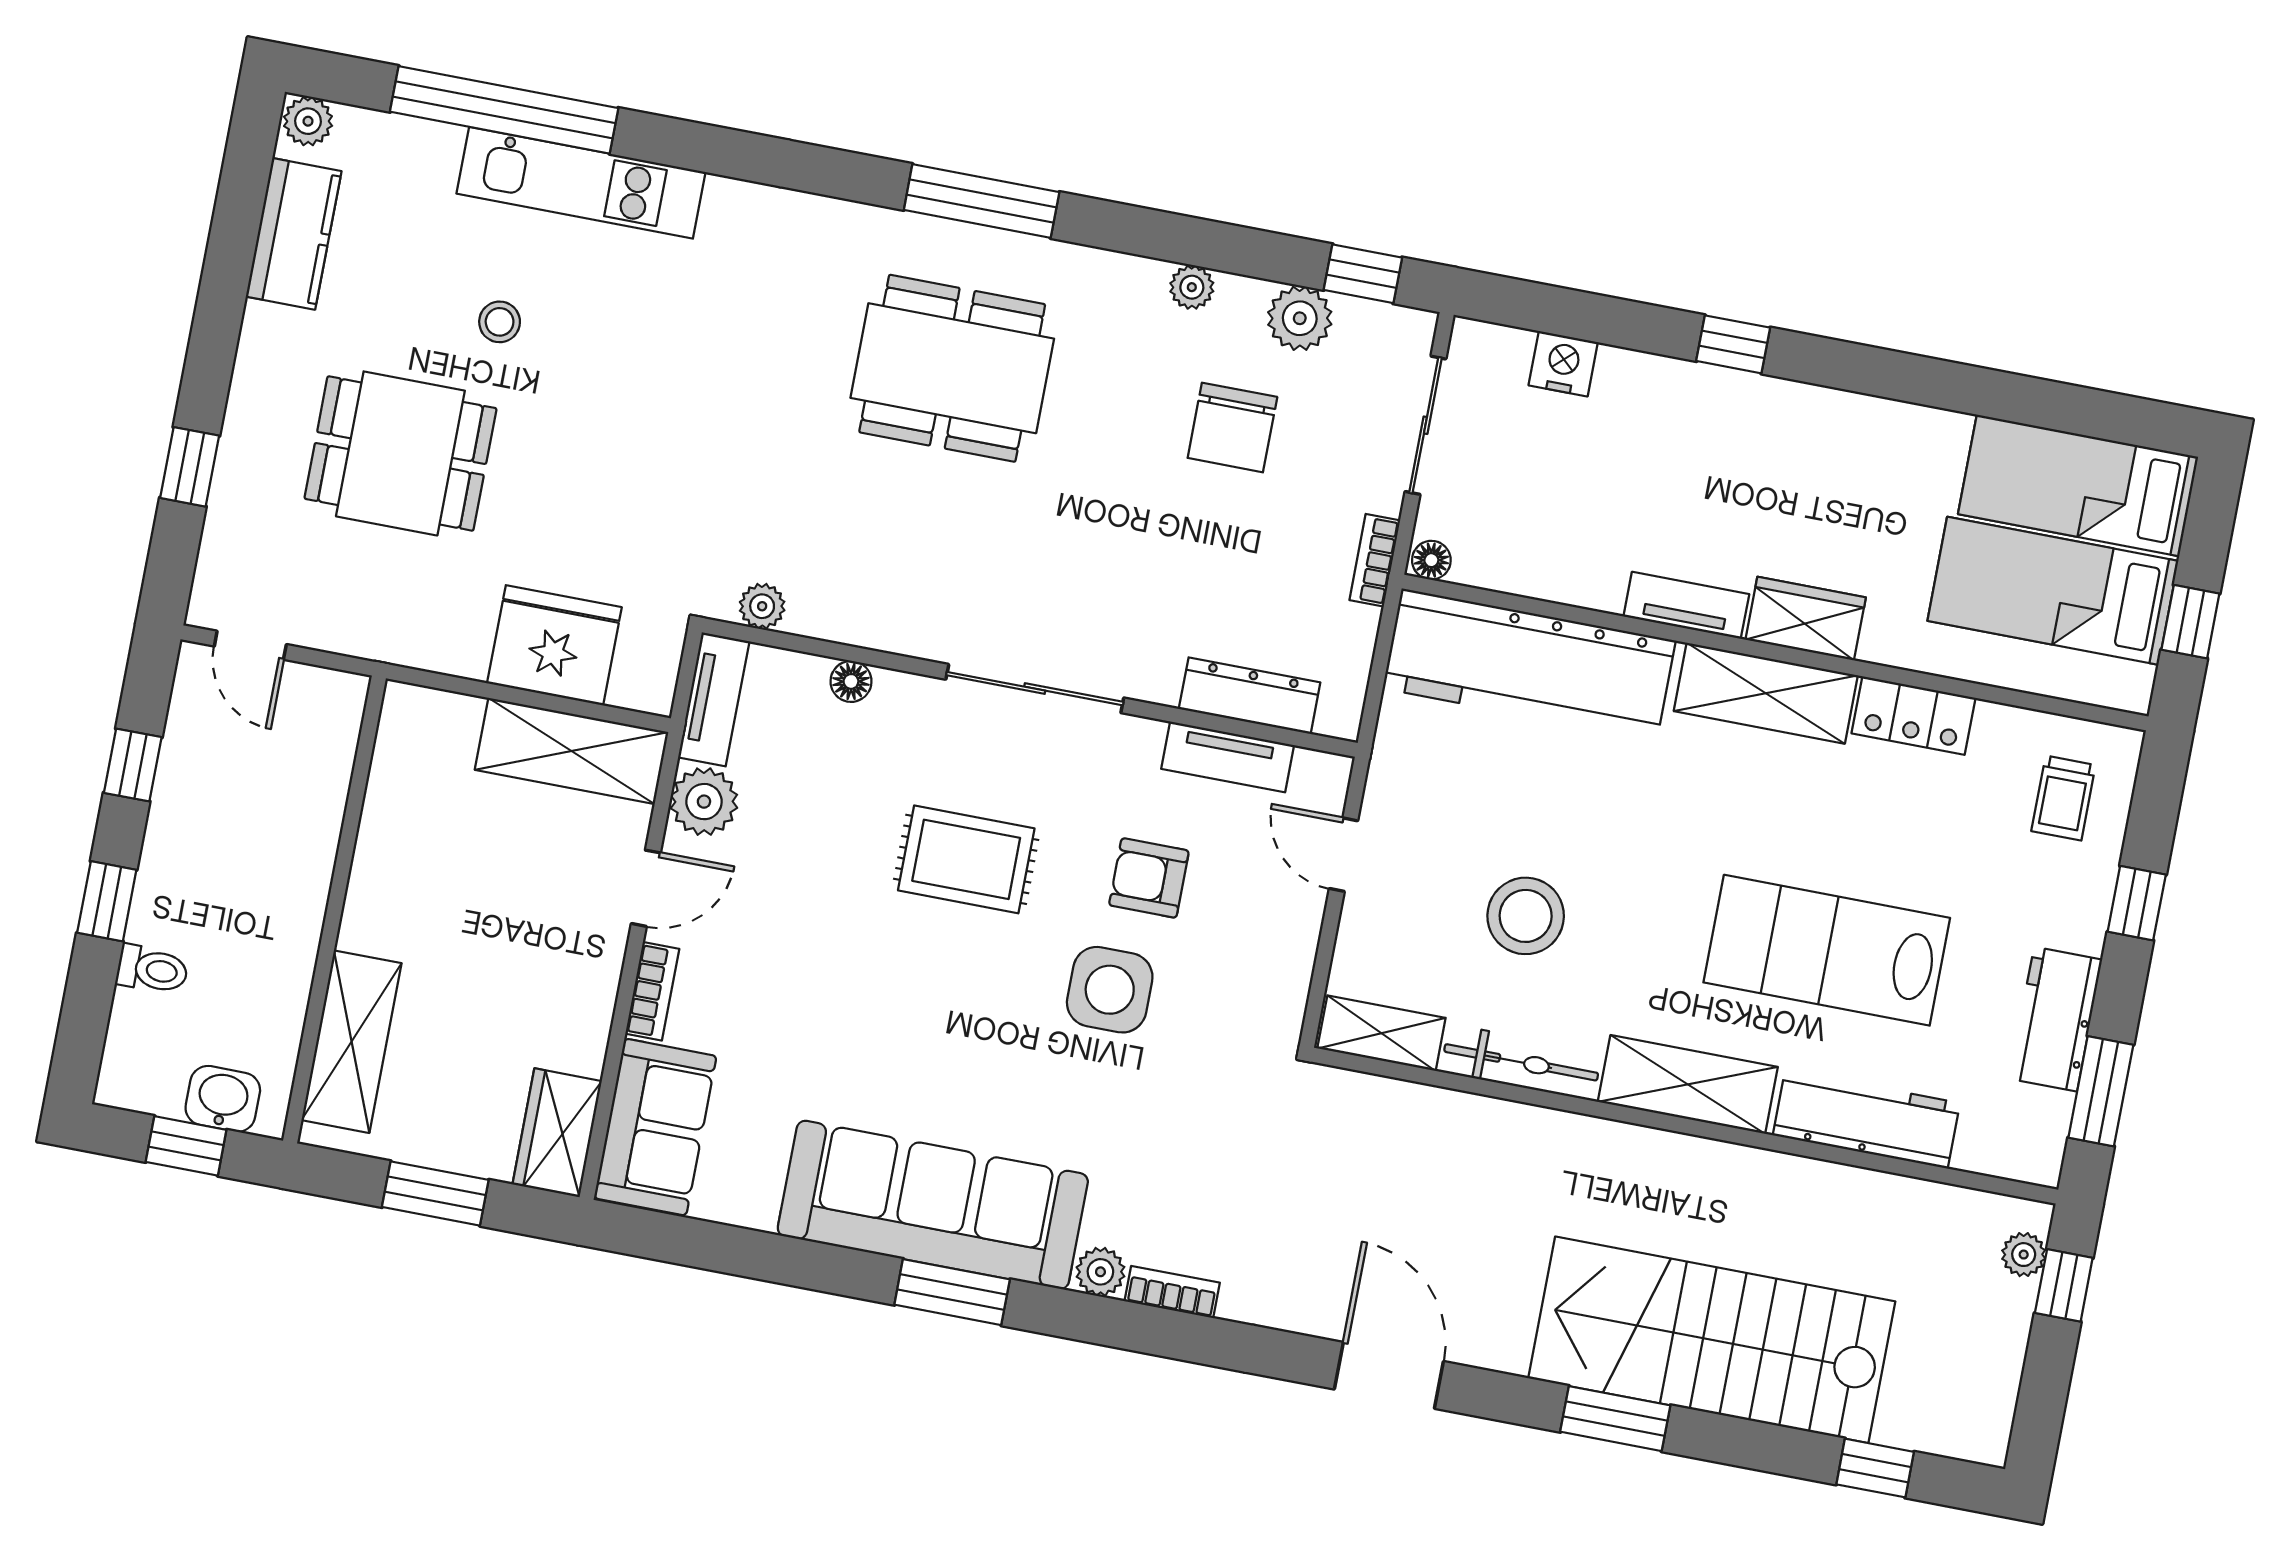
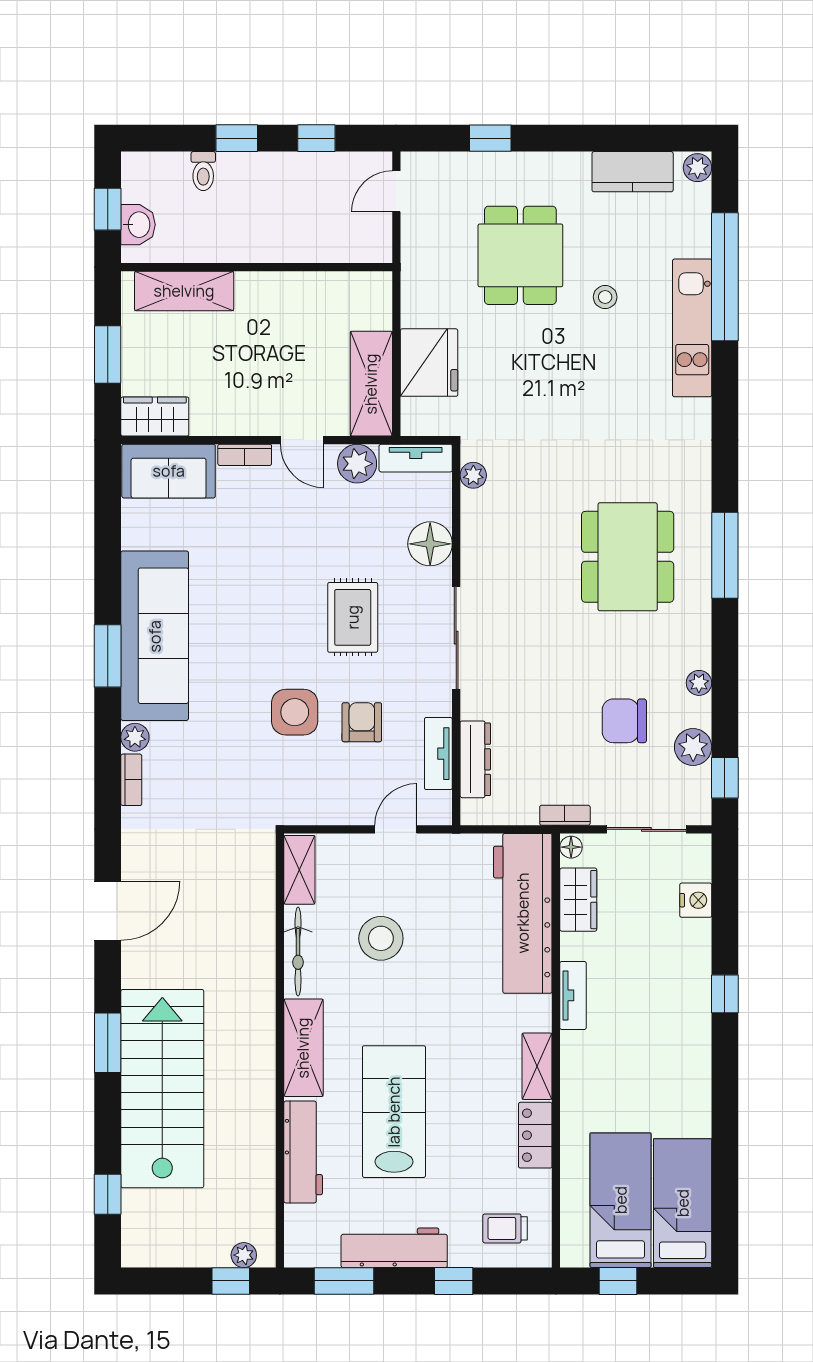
wardrobe: (1806, 619) -> (578, 900), moved
floor lamp: (851, 681) -> (430, 544), width x1.89, depth x1.89
shelving: (1766, 693) -> (537, 1066), width x0.67, depth x0.75
workbench: (2056, 1019) -> (394, 1248), width x1.38

